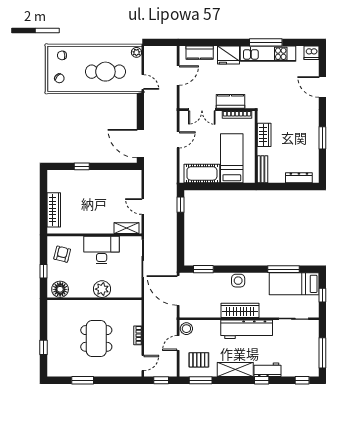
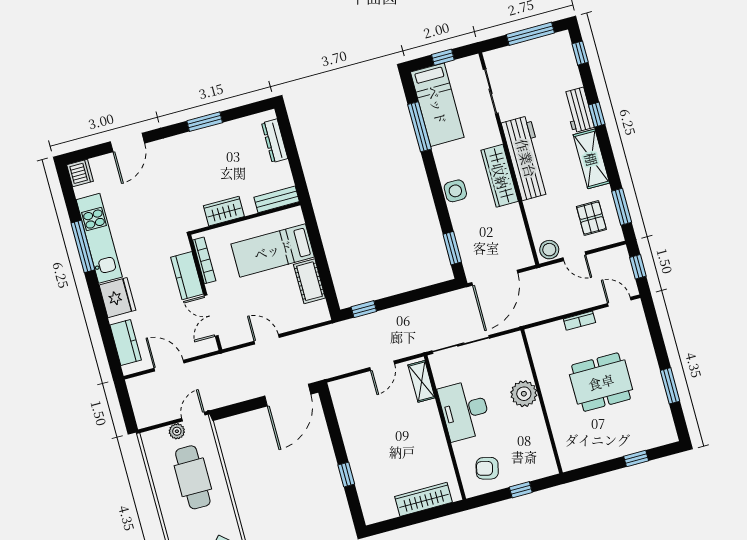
plant: (136, 52) -> (177, 431), moved
double door: (202, 110) -> (211, 316), swing flipped
cot: (202, 173) -> (309, 281), width x0.73, depth x0.75
floor lamp: (60, 289) -> (541, 457), removed

